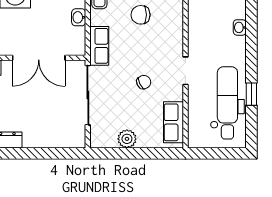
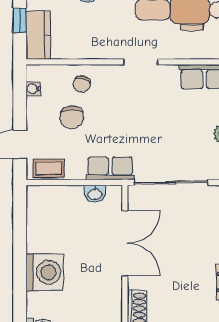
washbasin: (79, 17) -> (95, 194), moved
chair: (144, 82) -> (82, 84), moved, turned -141

